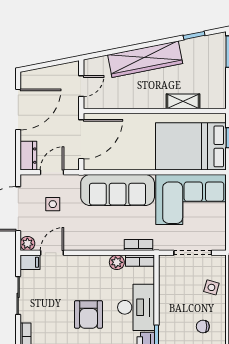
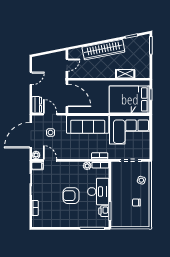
door: (18, 109) -> (31, 78), width x0.53
door: (81, 139) -> (67, 95), hinge flipped
door: (52, 172) -> (50, 114), hinge flipped
door: (52, 253) -> (50, 160), hinge flipped
armchair: (88, 314) -> (71, 196), turned 90

